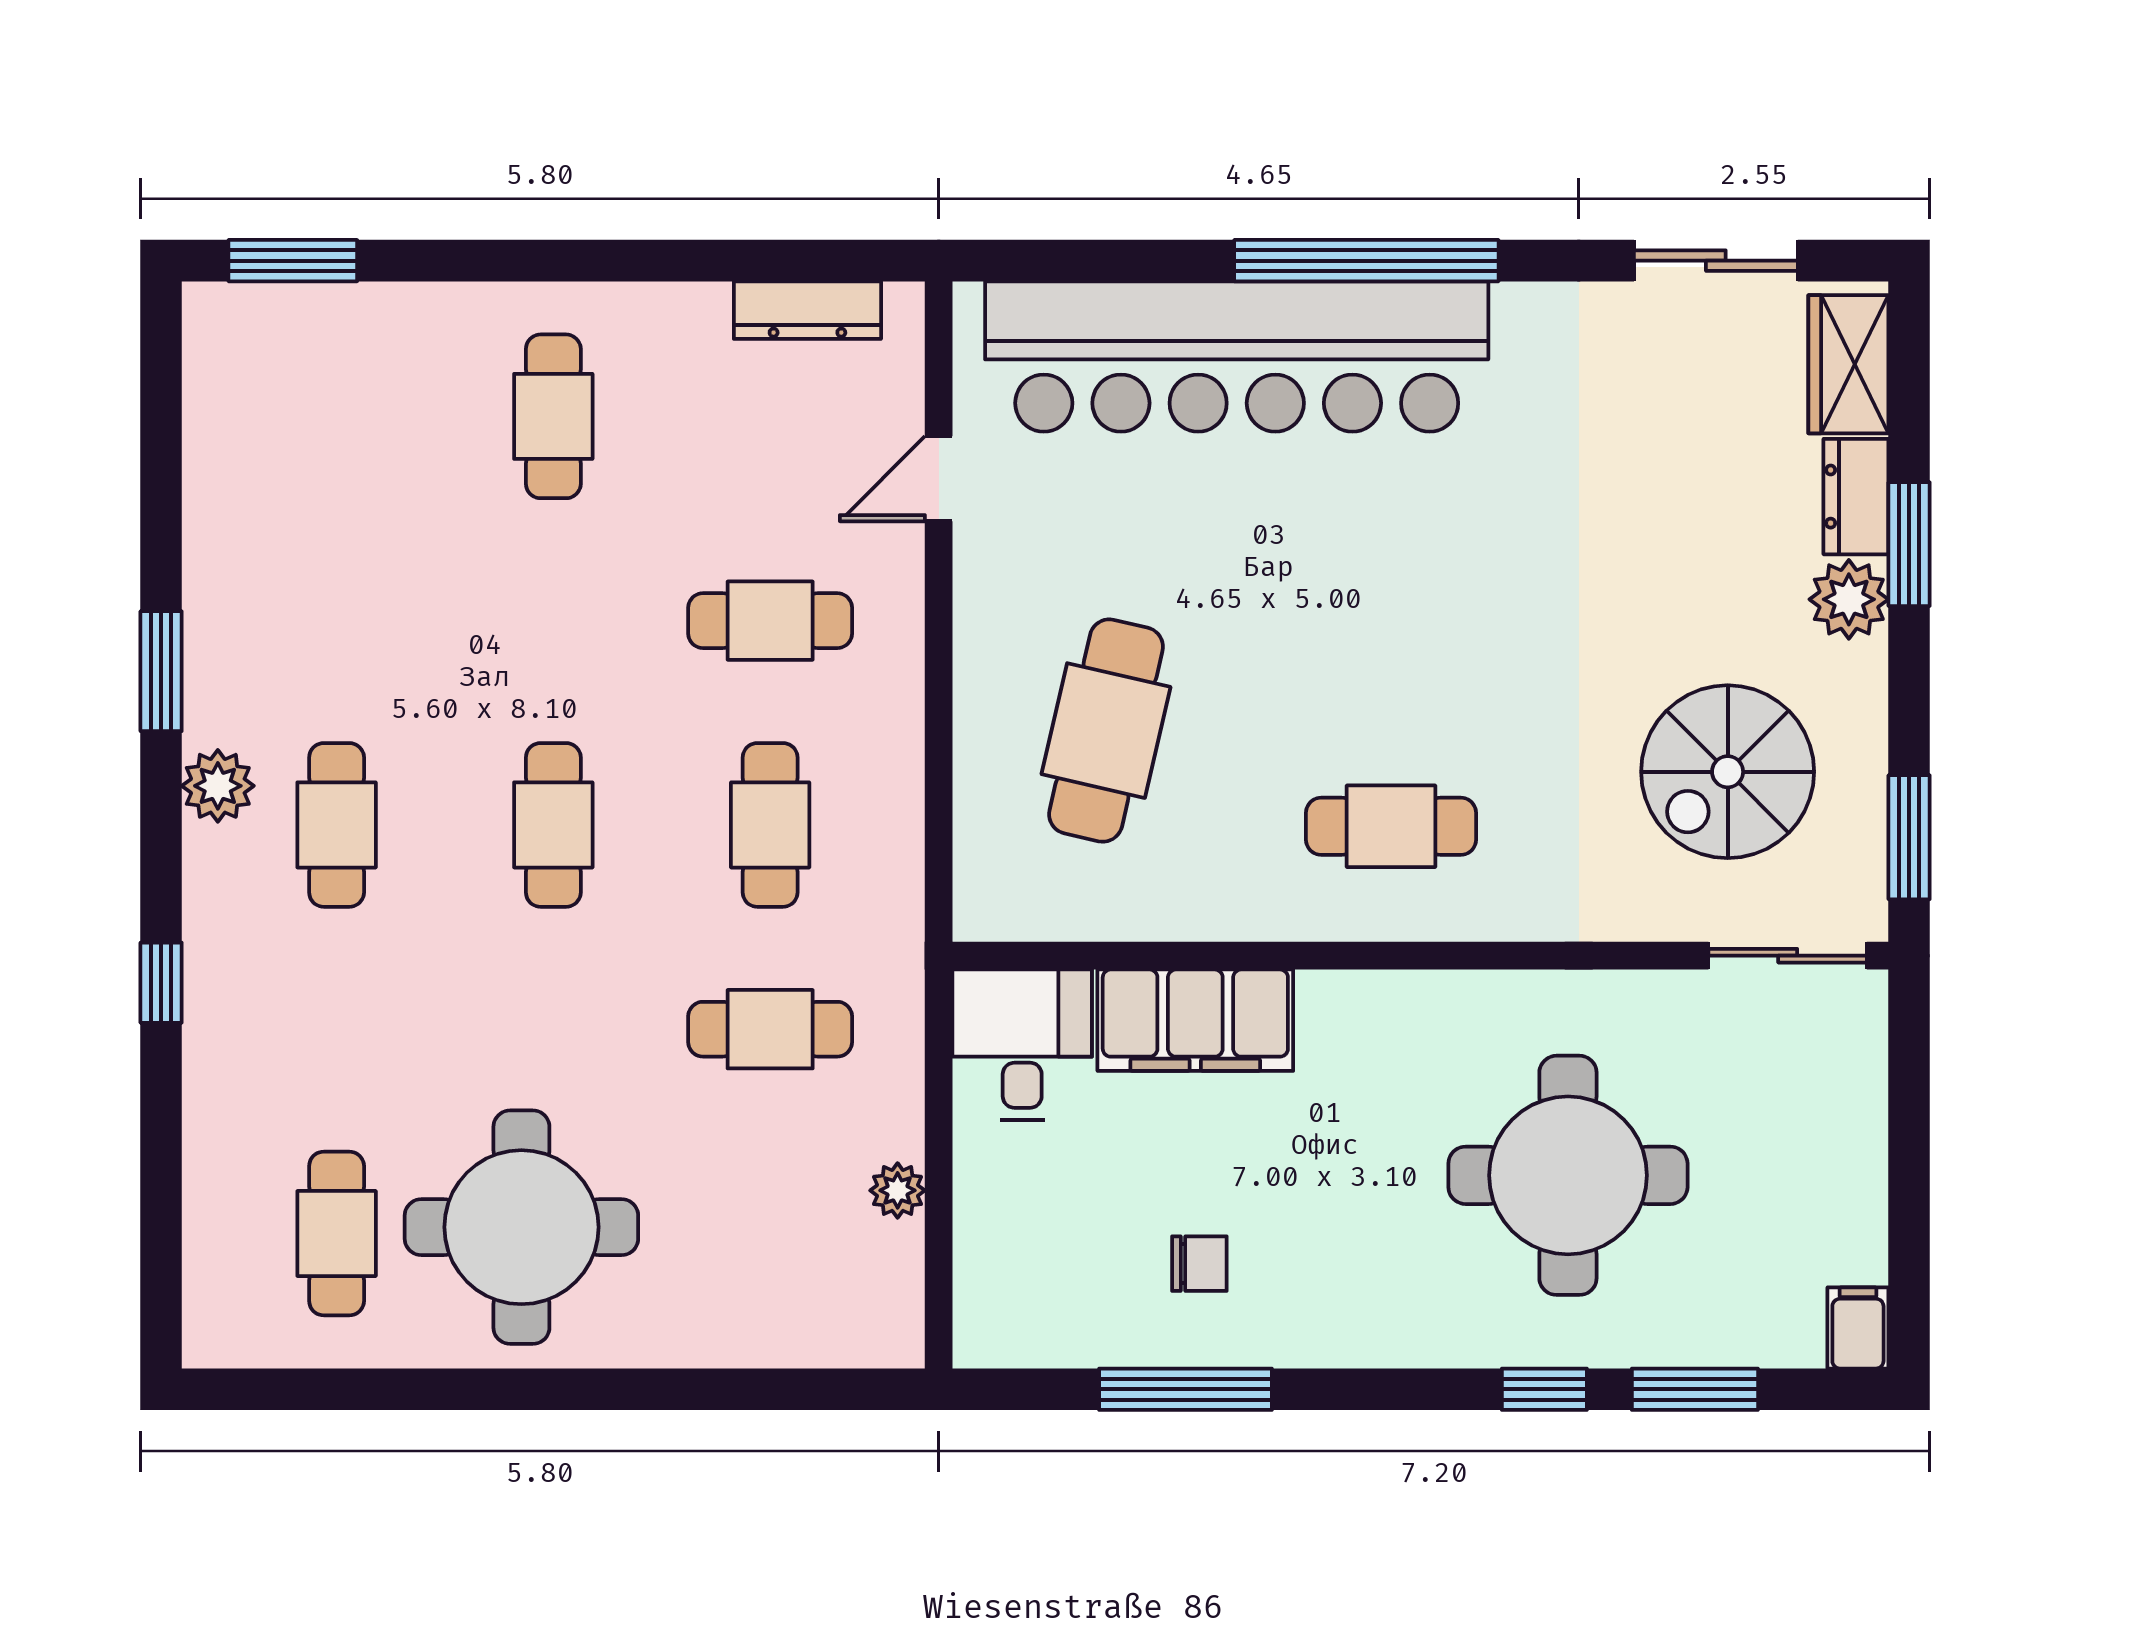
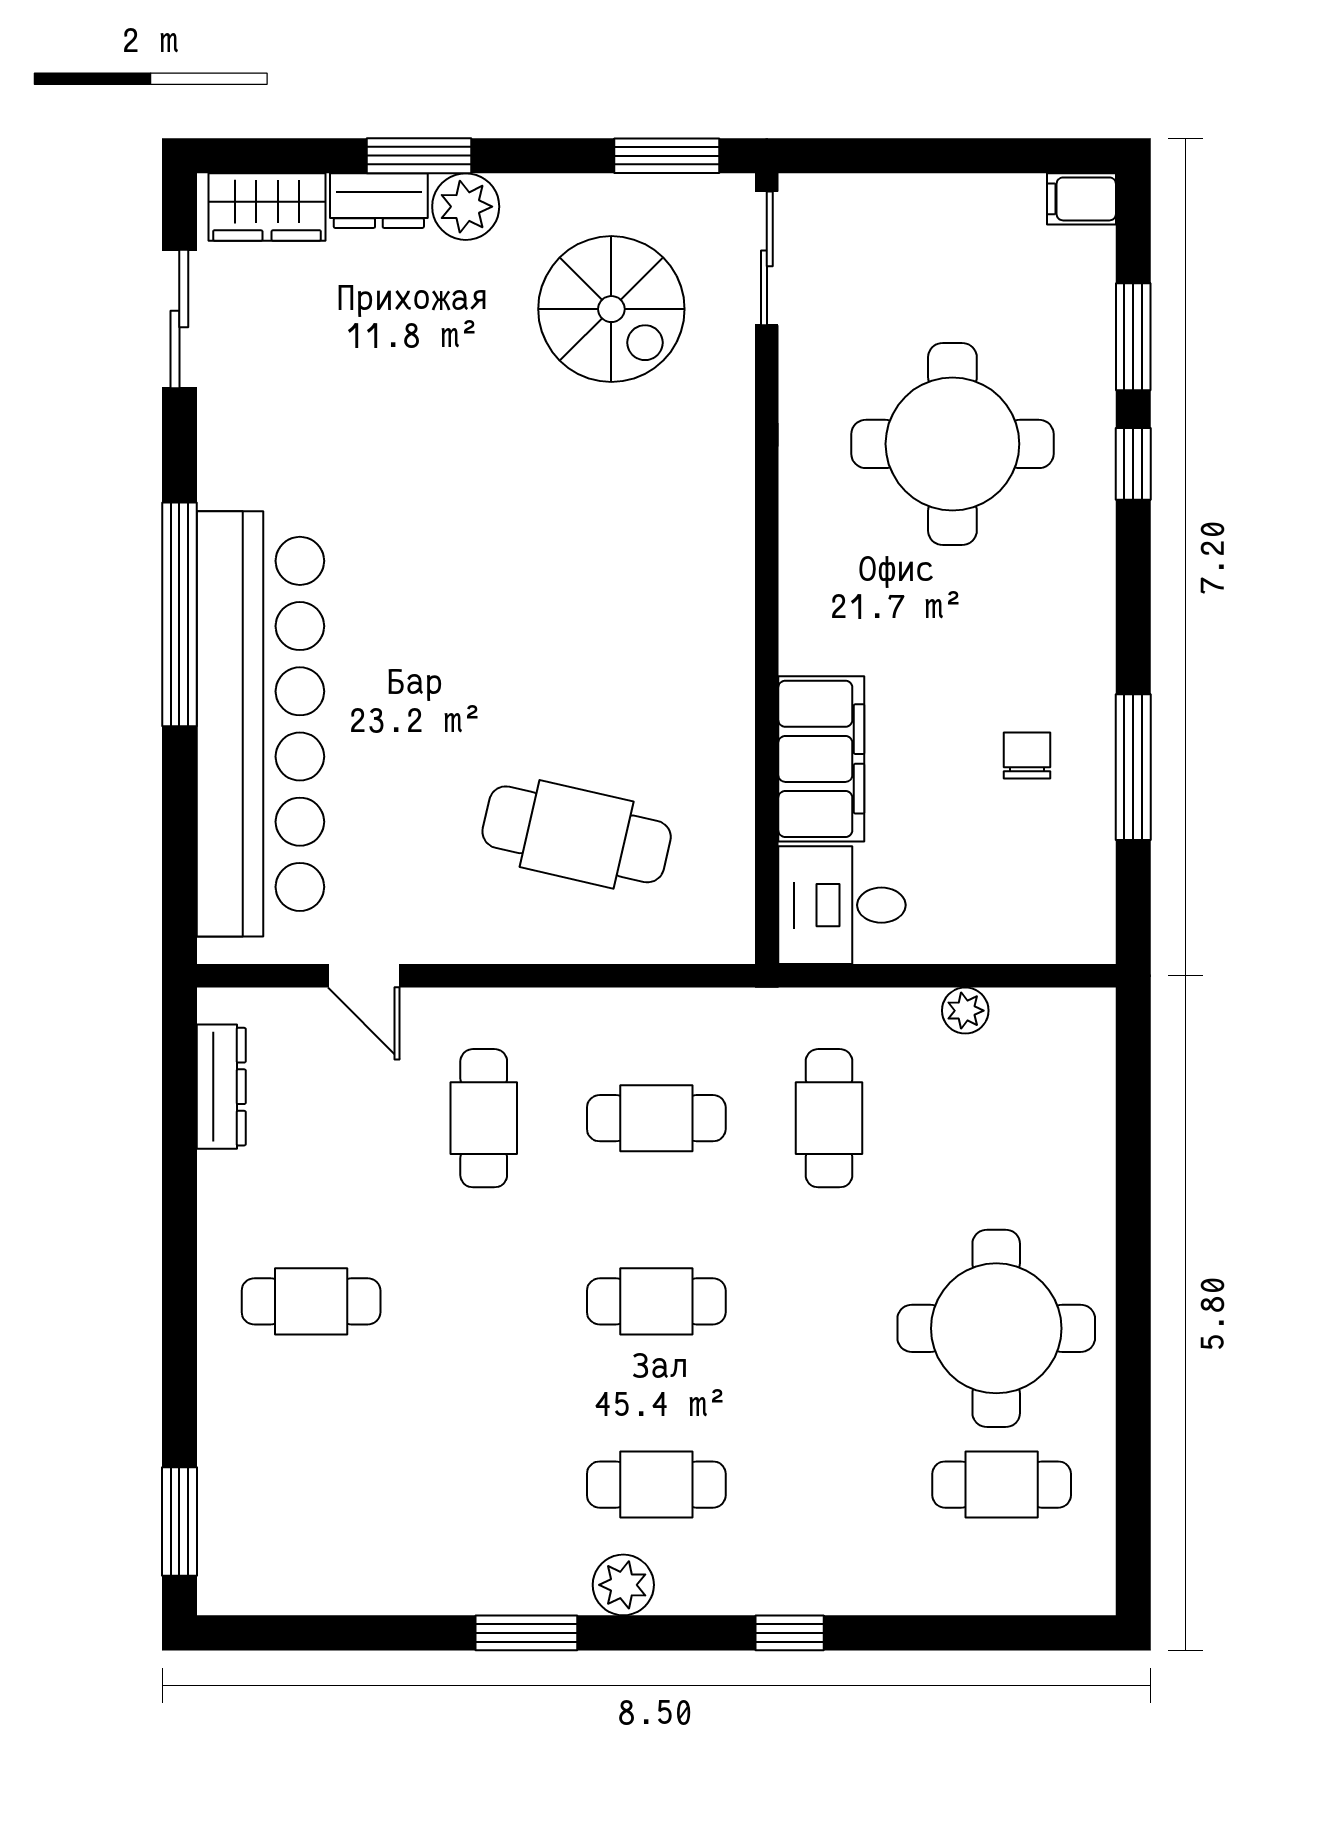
cafe table: (1391, 826) -> (657, 594), removed

